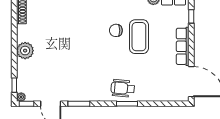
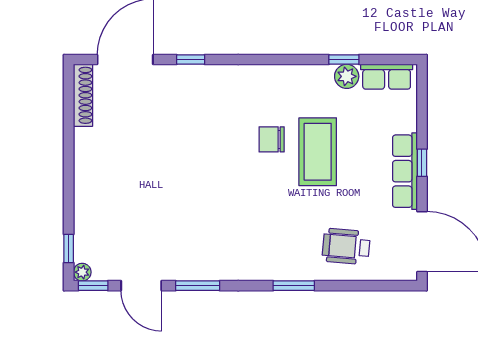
window: (191, 16) -> (422, 163), moved
plant: (25, 51) -> (90, 180), removed
wheelchair: (123, 88) -> (346, 246), moved

